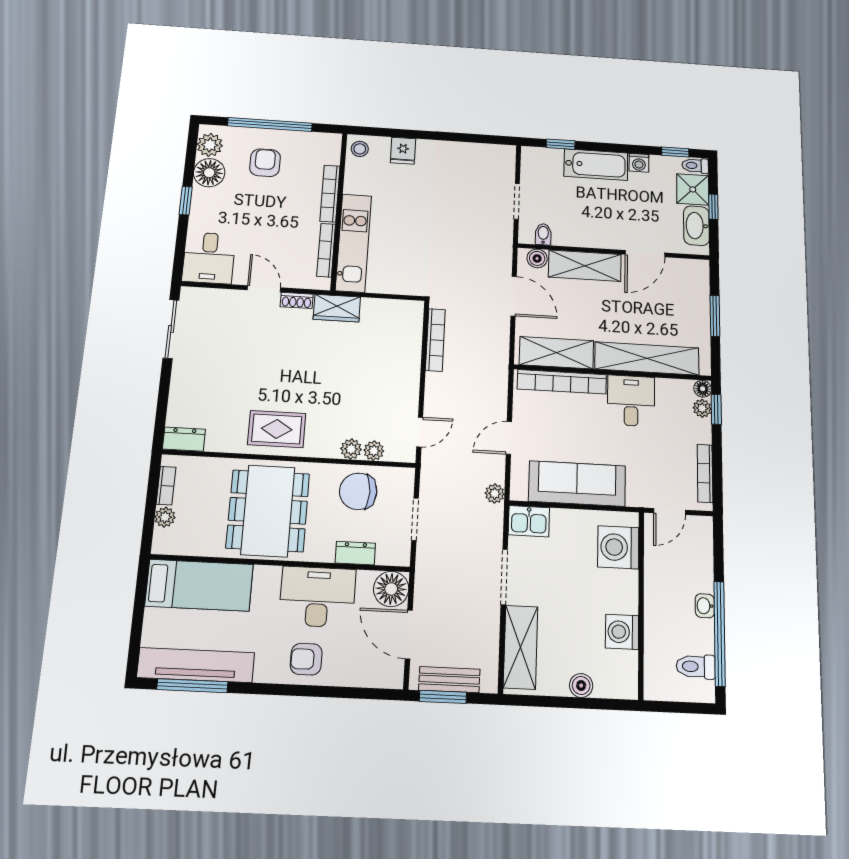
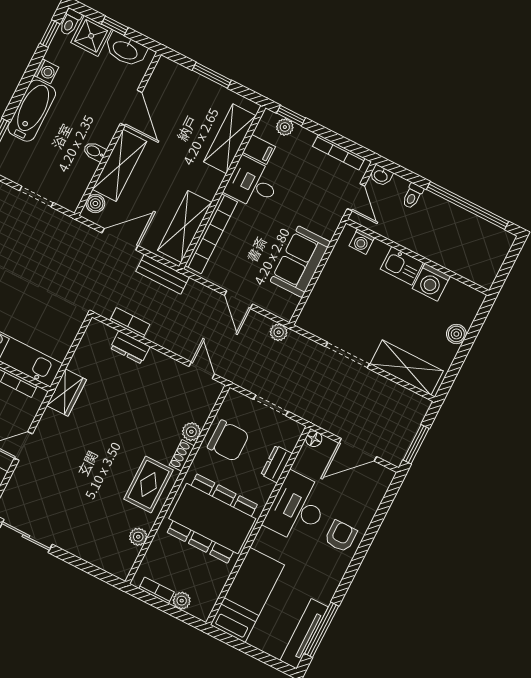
bidet: (543, 234) -> (95, 151), moved
shoe rack: (297, 300) -> (182, 455), moved, turned 180
bookcase: (435, 340) -> (130, 323), width x0.64
shelving: (647, 358) -> (230, 139), width x0.68
floor lamp: (703, 389) -> (269, 118), removed
filing cabinet: (667, 393) -> (259, 150), added
dresser: (184, 439) -> (130, 347), moved, turned -90
plant: (374, 451) -> (138, 537), moved
sofa: (577, 484) -> (300, 262), width x0.73
chair: (358, 491) -> (228, 441), turned -90
kitchen sink: (529, 521) -> (402, 266), moved, turned 90
washing machine: (618, 547) -> (362, 242), width x0.53, depth x0.53
floor lamp: (391, 589) -> (314, 439), width x0.53, depth x0.53
washbasin: (705, 606) -> (381, 176), moved
armchair: (306, 659) -> (341, 536), turned 180
tv unit: (196, 665) -> (304, 634), width x0.73, depth x0.78
toilet: (696, 667) -> (413, 196), moved, width x0.73, depth x0.72
bench: (449, 680) -> (163, 274), moved, turned 90

